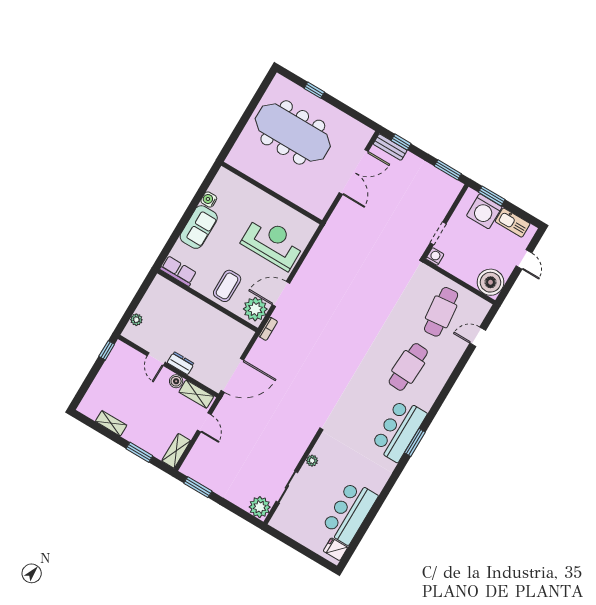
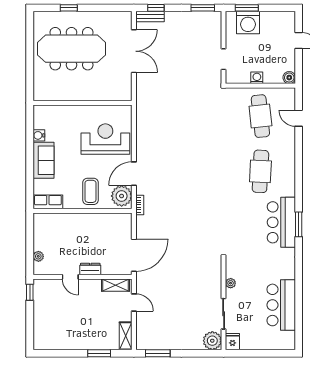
kitchen sink: (513, 223) -> (274, 18), removed
washing machine: (435, 256) -> (257, 78), moved
boiler: (490, 282) -> (289, 78), width x0.54, depth x0.54
door: (478, 337) -> (299, 118), hinge flipped
boiler: (176, 381) -> (95, 284), removed
shelving: (111, 423) -> (65, 344), removed
fridge: (335, 549) -> (232, 342), moved, turned 90

